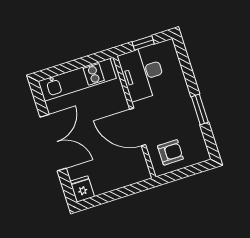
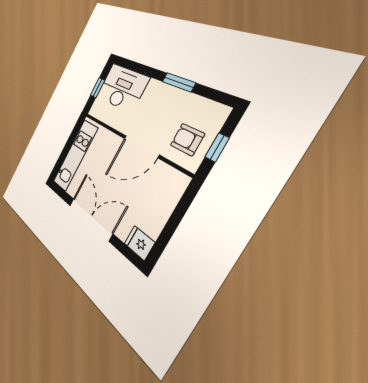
desk: (142, 73) -> (122, 88), moved, turned 180
armchair: (170, 152) -> (187, 140), turned -90
window: (182, 173) -> (217, 148), added

